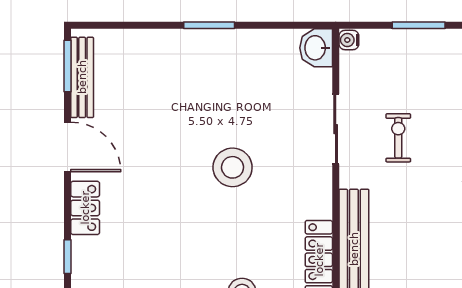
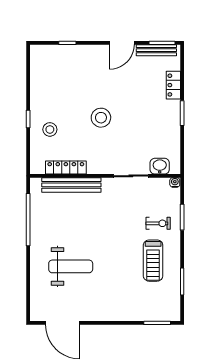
washbasin: (316, 48) -> (160, 166), moved
exercise bike: (398, 138) -> (158, 223), moved
stool: (233, 167) -> (101, 118), moved
locker: (85, 208) -> (173, 85), moved, turned 90

